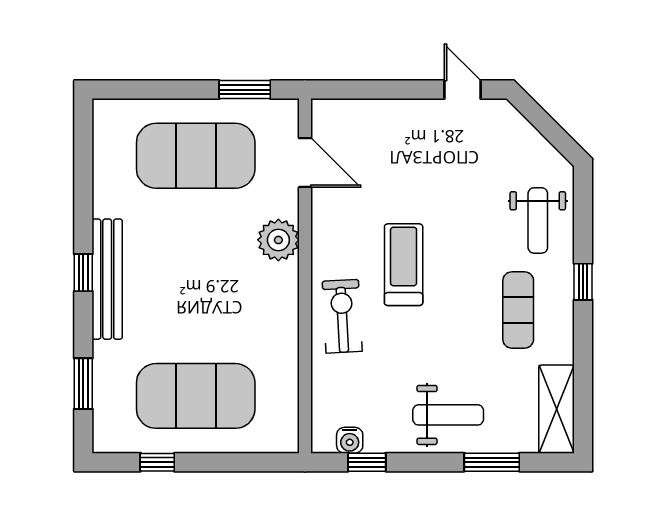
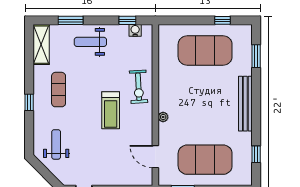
weight bench: (538, 220) -> (56, 144), moved
plant: (278, 240) -> (163, 117), width x0.53, depth x0.53
window: (83, 273) -> (256, 154), moved

